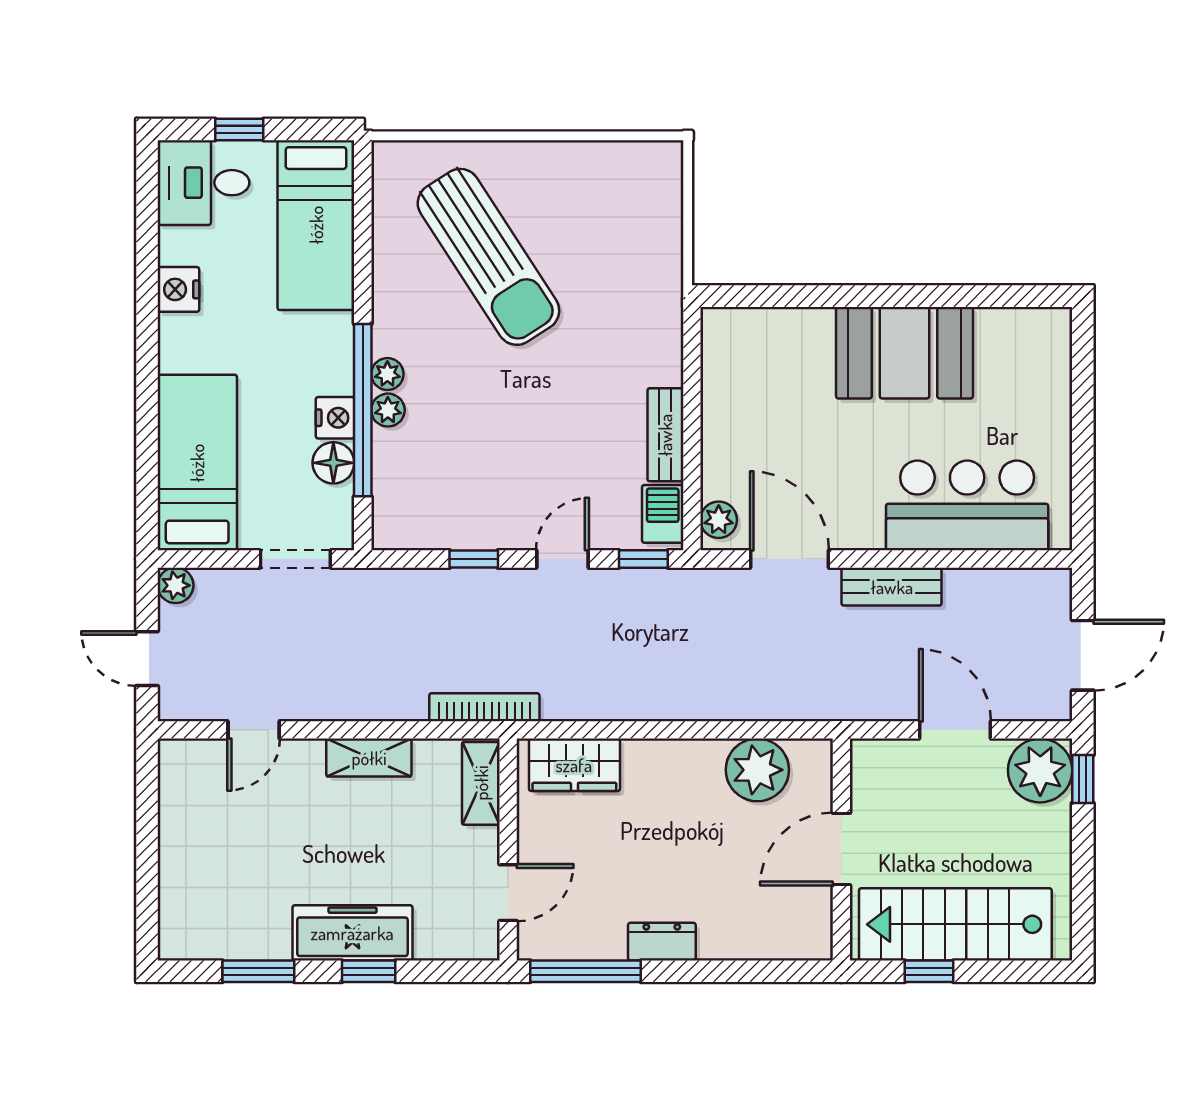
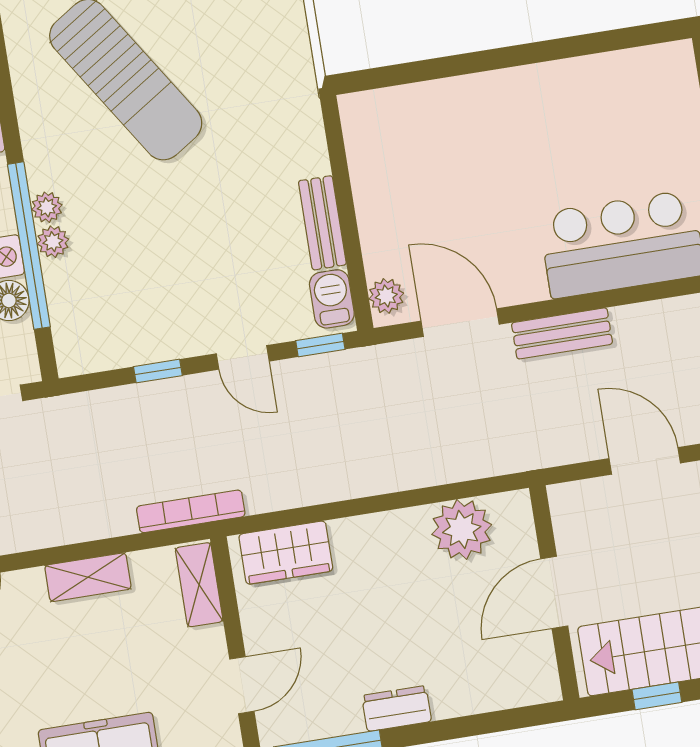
booth: (905, 353) -> (539, 108), removed
door: (562, 559) -> (243, 357), swing flipped

